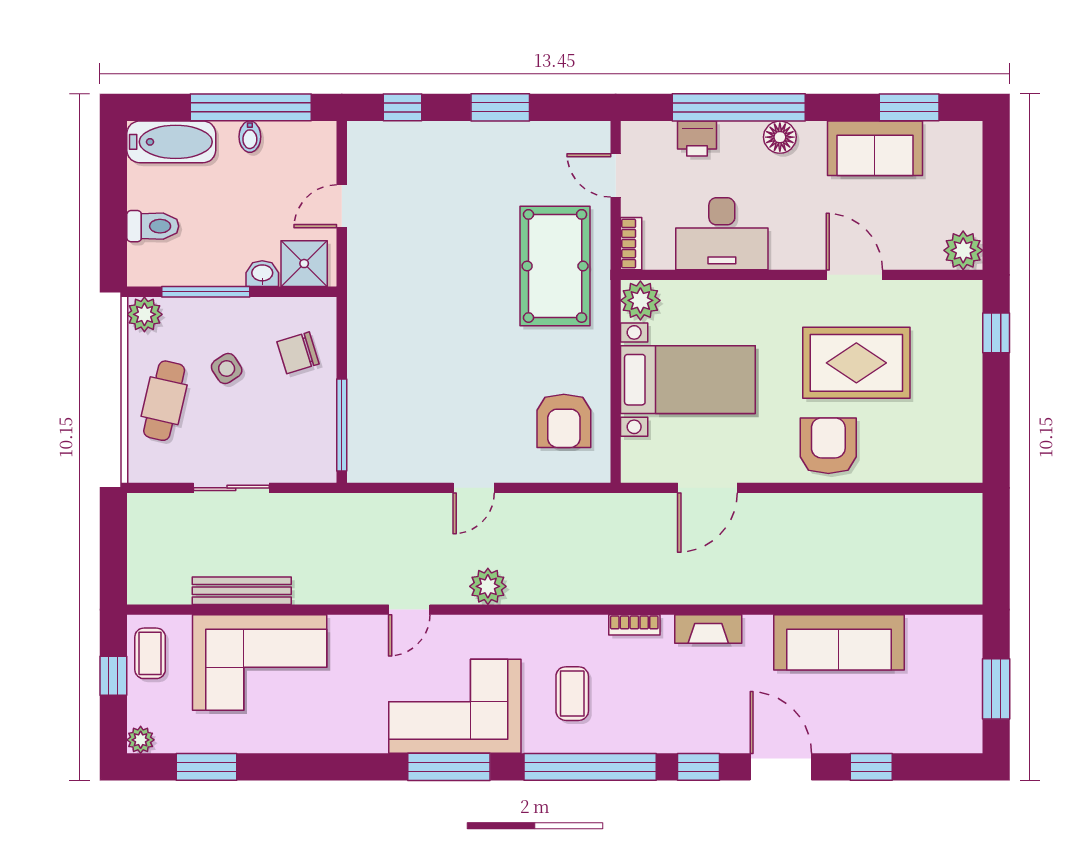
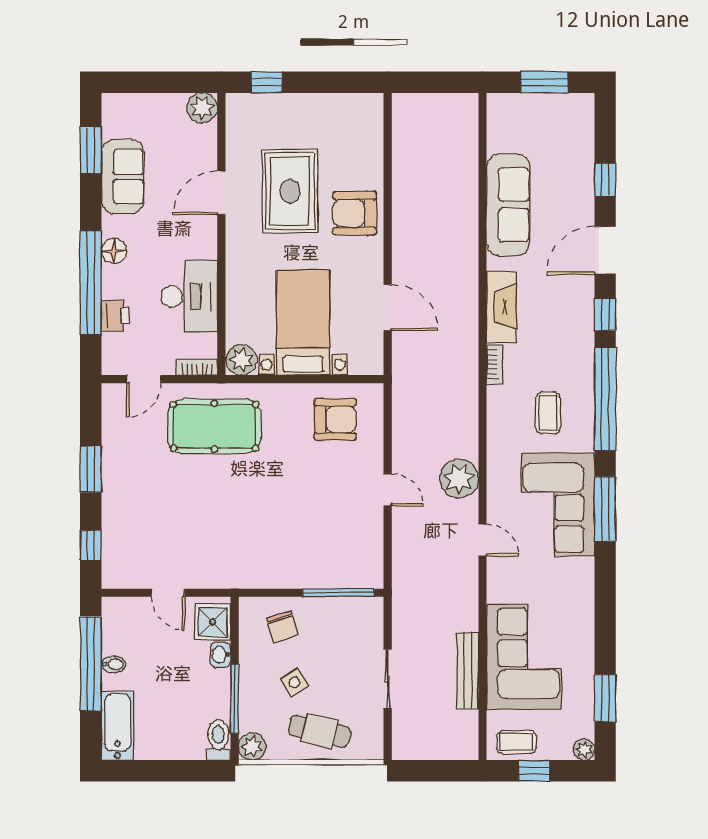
toilet: (153, 226) -> (218, 740), moved
plant: (488, 586) -> (459, 479), width x1.36, depth x1.36
fireplace: (708, 629) -> (501, 307), width x1.37, depth x1.32
coffee table: (572, 694) -> (548, 413), turned 90

